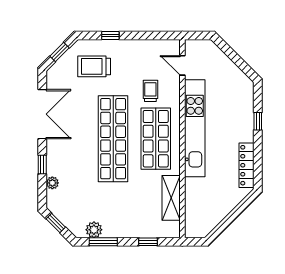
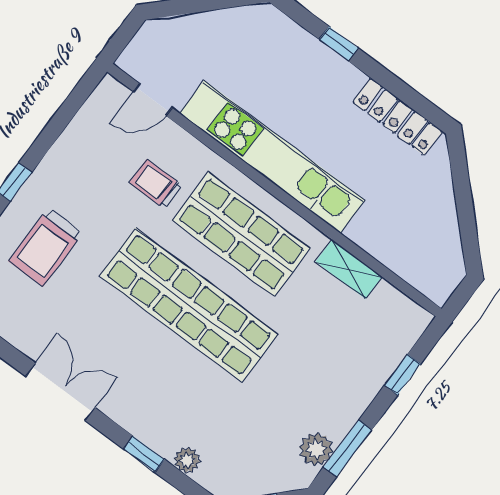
double door: (42, 114) -> (61, 392), width x0.73
shelving: (171, 198) -> (349, 269), width x0.67, depth x0.75

